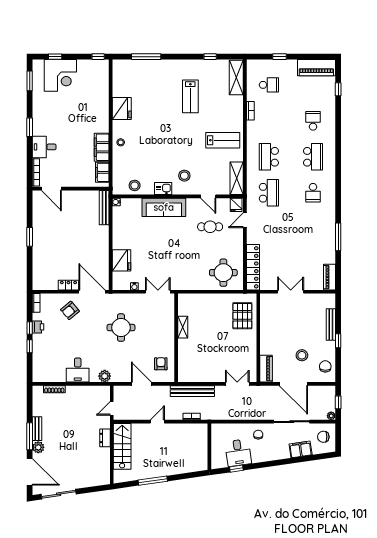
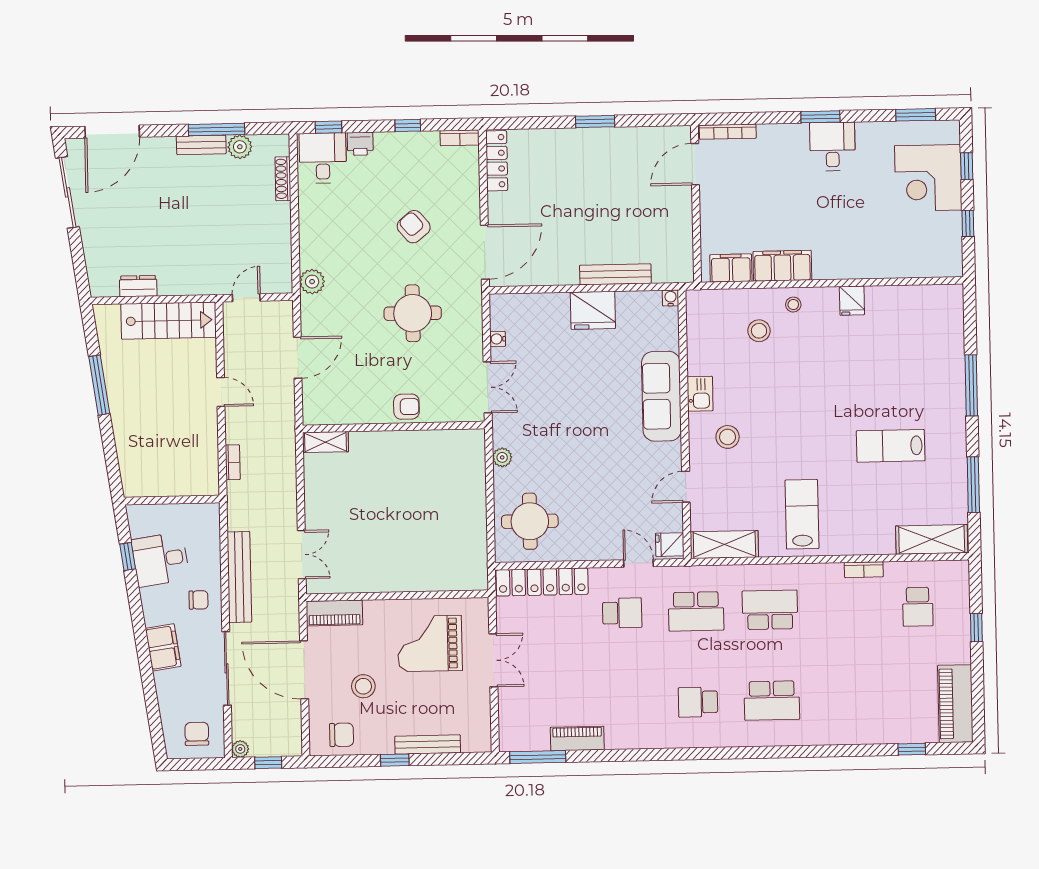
window: (98, 57) -> (968, 223), moved
window: (146, 57) -> (971, 385), moved
window: (210, 57) -> (973, 485), width x2.17
fridge: (122, 109) -> (852, 301), width x0.53, depth x0.75
school desk: (313, 121) -> (622, 613), moved
lab bench: (223, 140) -> (802, 514), turned 180
desk: (44, 147) -> (832, 146), moved
stool: (135, 185) -> (759, 331), moved
bench: (104, 208) -> (615, 274), moved
cafe table: (210, 227) -> (624, 492), removed
window: (338, 237) -> (538, 757), moved
fridge: (121, 260) -> (593, 310), moved
piano: (330, 277) -> (577, 739), moved
locker: (68, 285) -> (497, 161), moved, width x1.53
plant: (192, 285) -> (502, 457), added
armchair: (70, 310) -> (414, 227), moved
pallet: (242, 316) -> (442, 562), removed
grand piano: (282, 323) -> (430, 643), added
printer: (38, 327) -> (360, 144), moved
shelving: (183, 327) -> (326, 442), moved
window: (30, 346) -> (329, 127), moved
armchair: (161, 364) -> (406, 407), moved
desk: (78, 370) -> (323, 158), moved, turned 90
door: (293, 384) -> (304, 670), hinge flipped
bench: (192, 391) -> (239, 577), moved
door: (112, 408) -> (246, 298), hinge flipped
window: (30, 436) -> (217, 129), moved
dresser: (105, 438) -> (138, 286), moved
plant: (38, 447) -> (240, 147), moved
filing cabinet: (301, 449) -> (163, 647), moved

